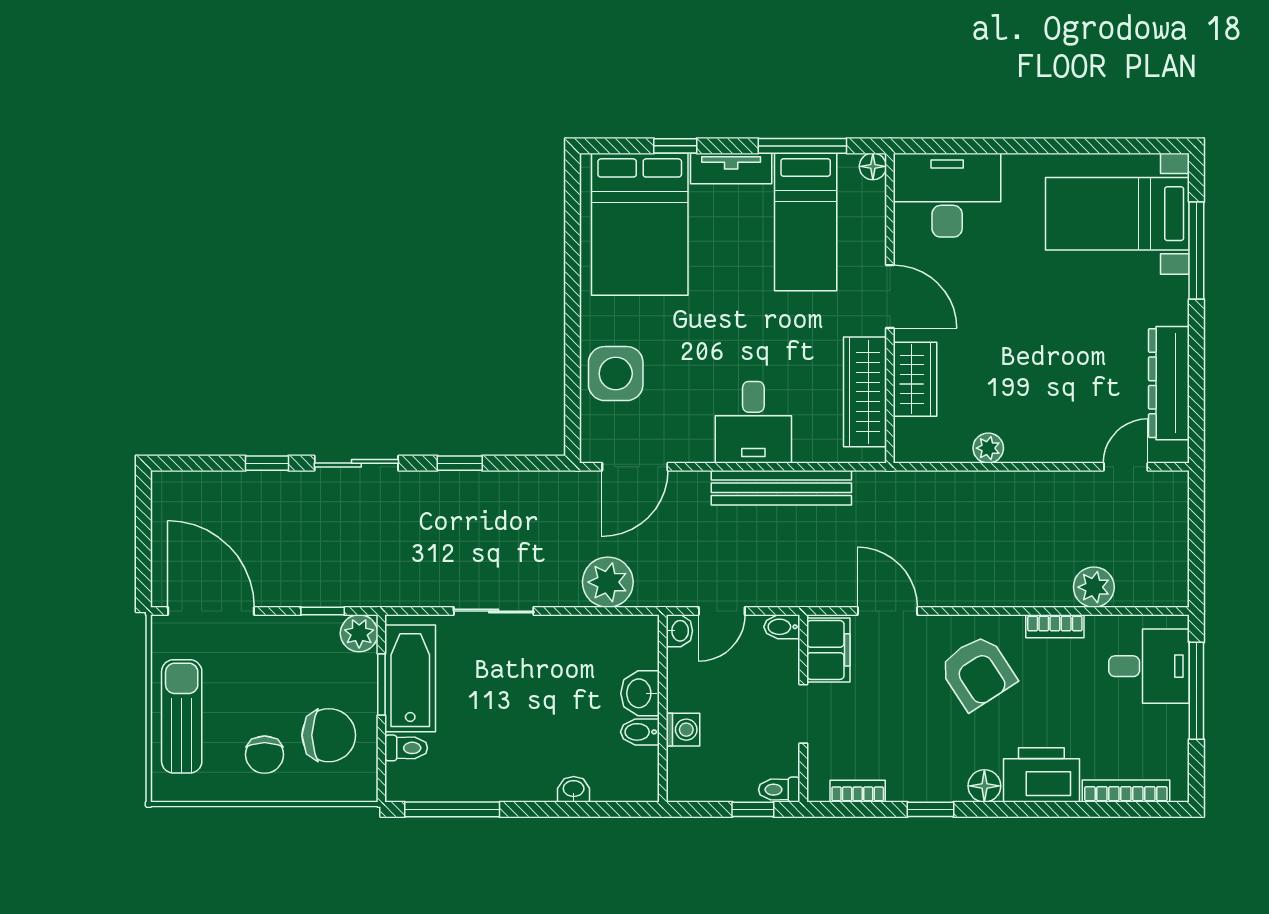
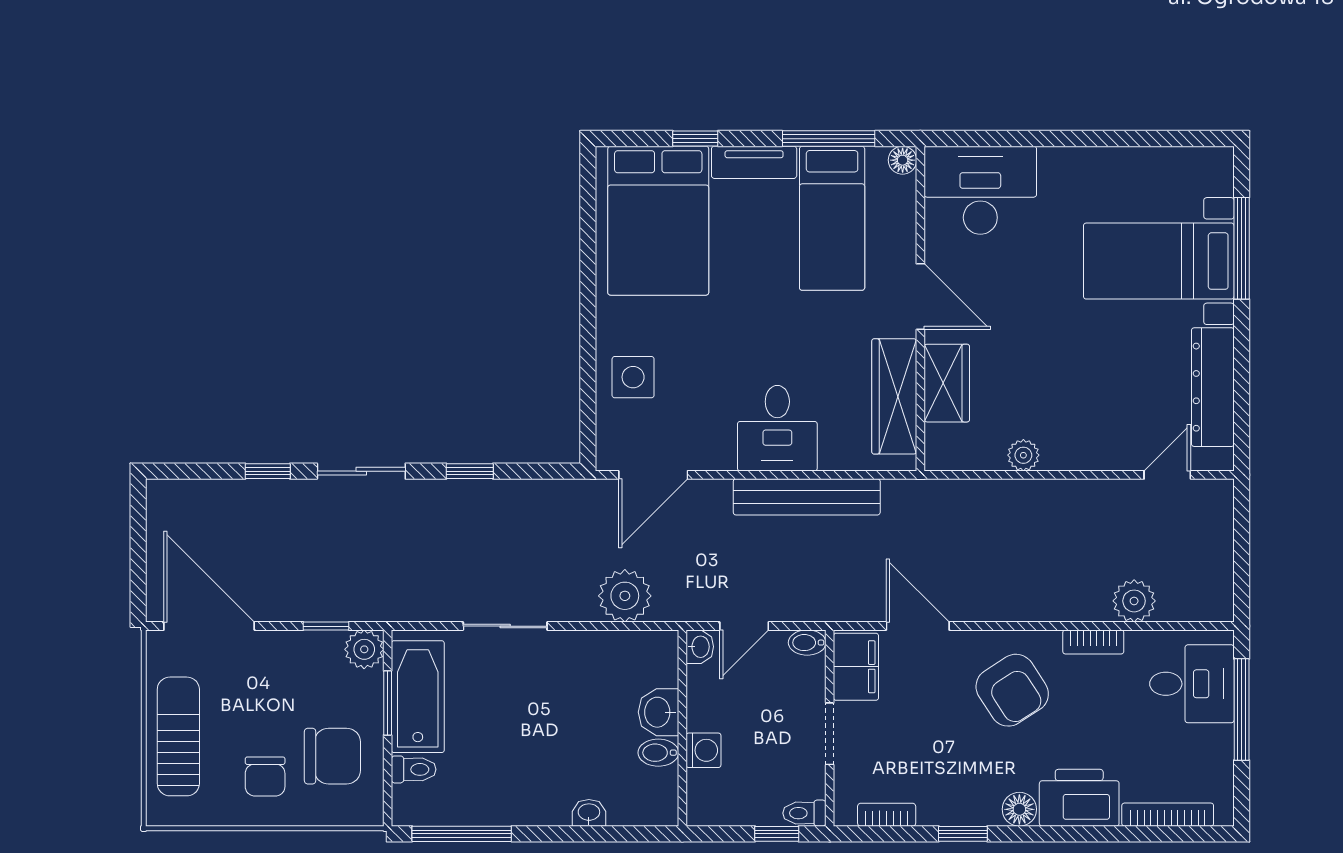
bed with nightstands: (1117, 214) -> (1159, 261), moved
side table: (616, 374) -> (633, 377), width x0.73, depth x0.73

